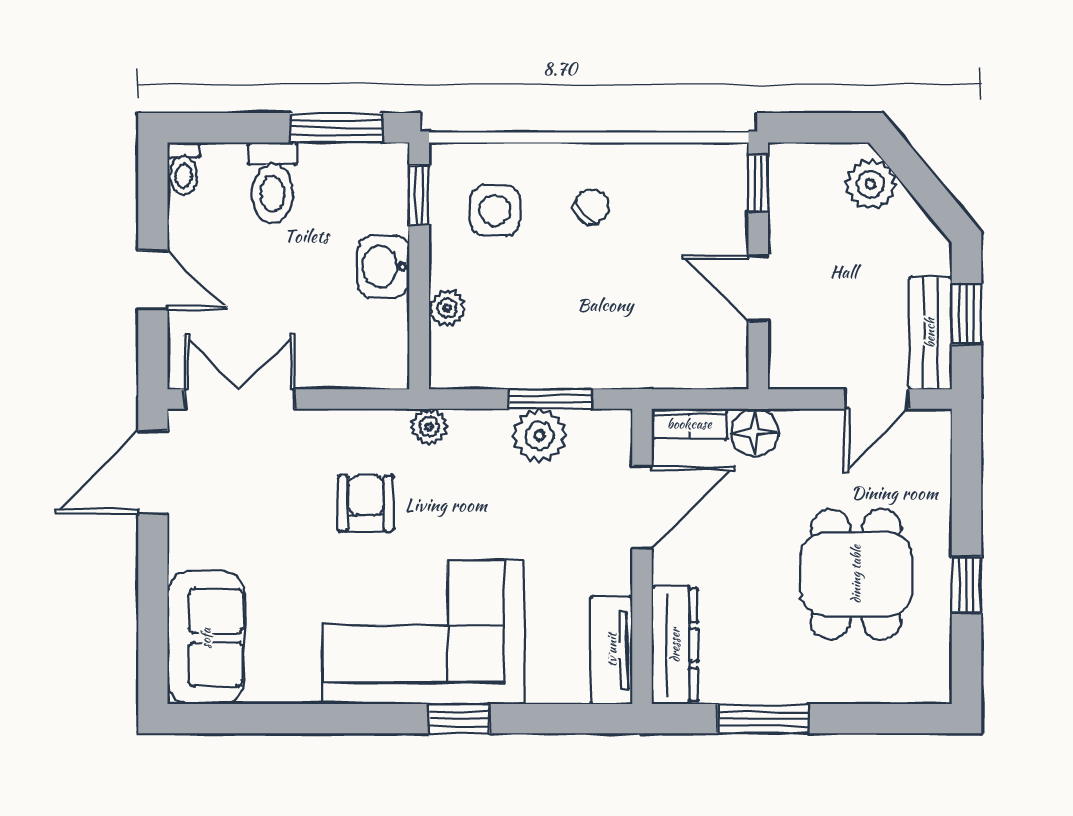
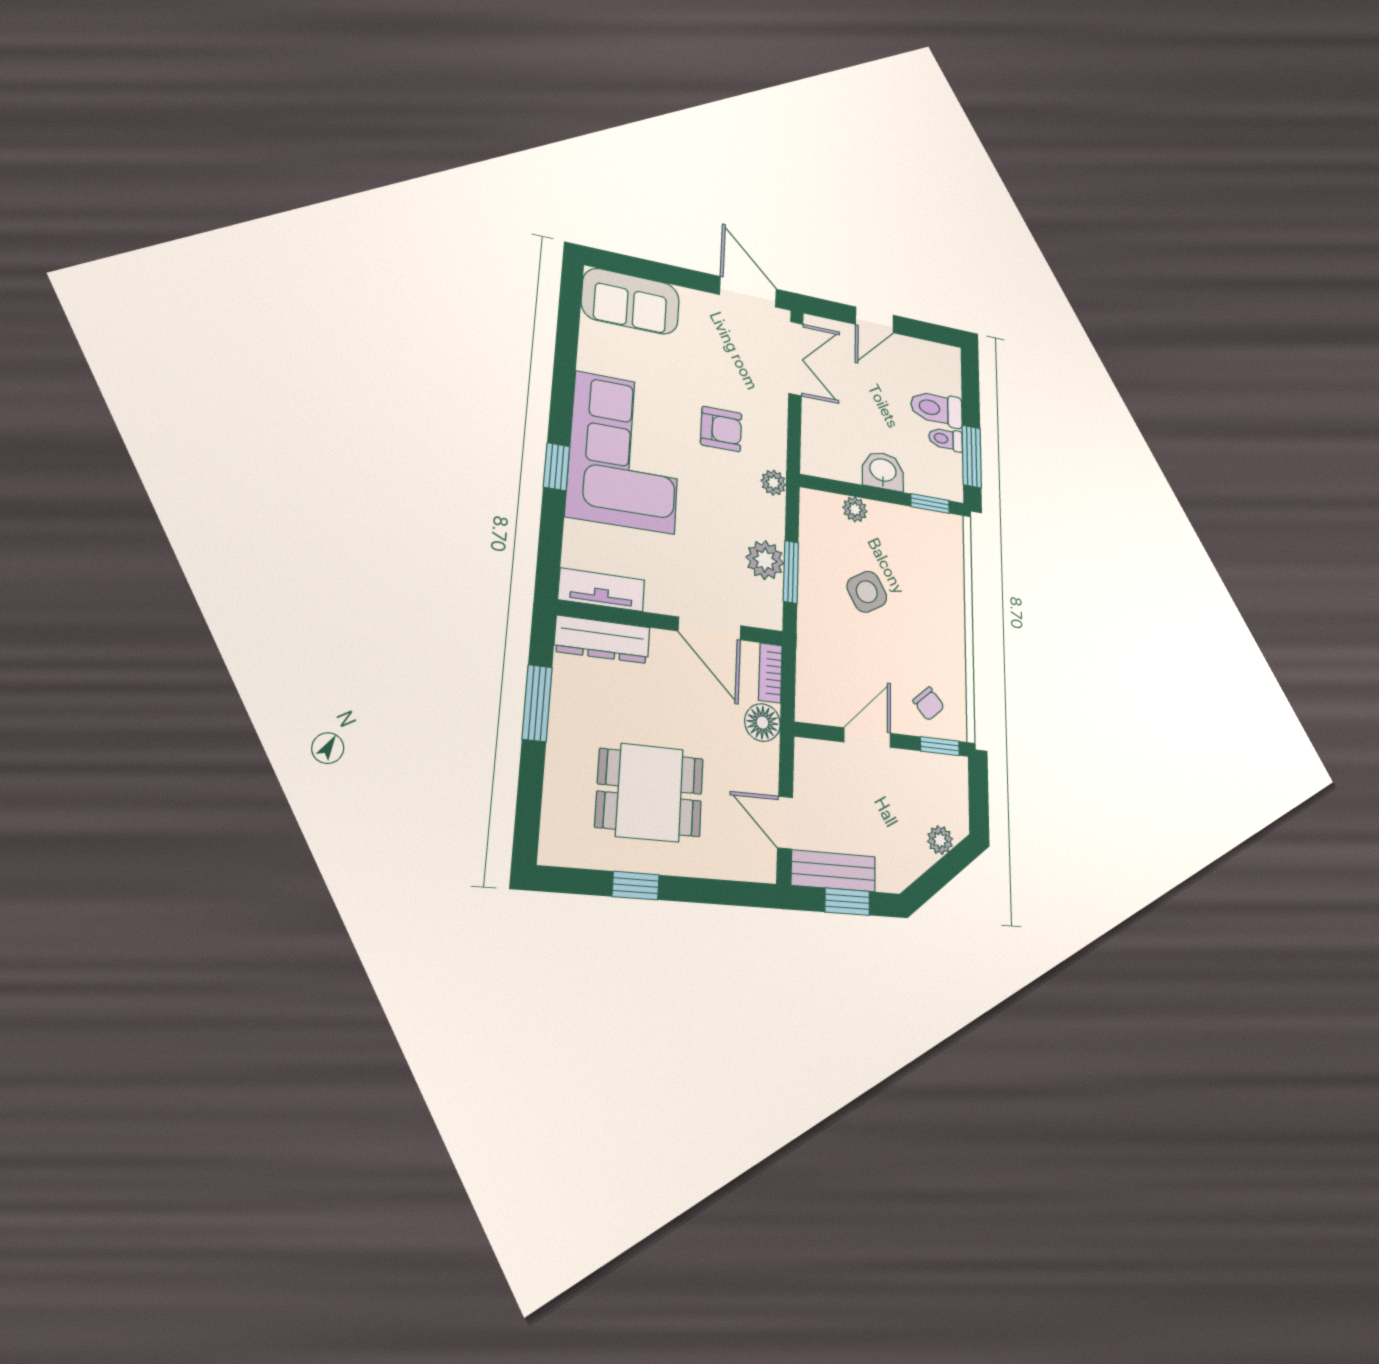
toilet: (184, 169) -> (946, 439), moved
plant: (871, 184) -> (940, 840), width x0.73, depth x0.73
chair: (591, 207) -> (929, 704), moved
side table: (495, 210) -> (867, 592), moved, turned -30

